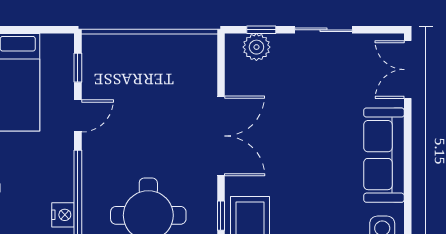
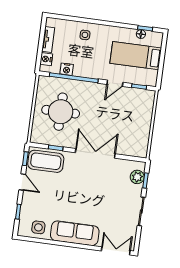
door: (78, 116) -> (115, 83), hinge flipped
double door: (221, 136) -> (95, 153), swing flipped

